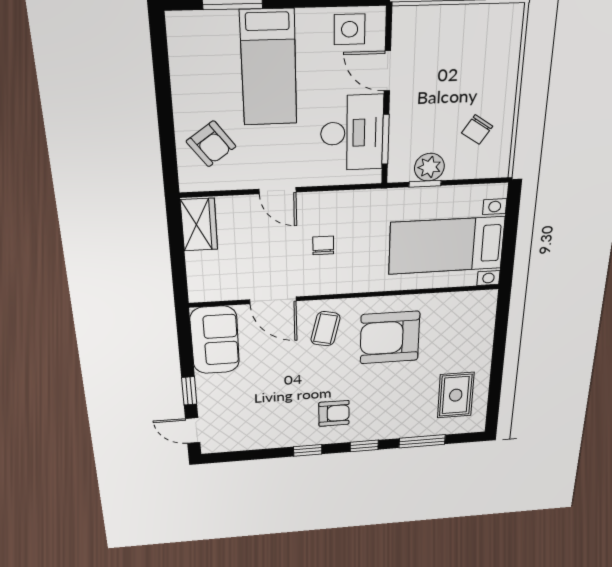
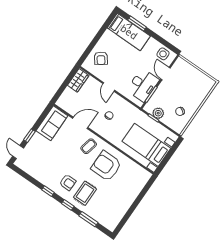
bed: (269, 68) -> (129, 32), moved, turned -90
door: (273, 300) -> (80, 123), swing flipped
rug: (456, 395) -> (85, 193), moved

